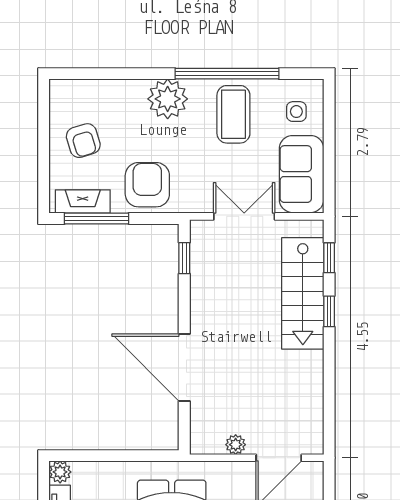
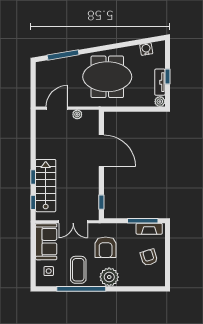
armchair: (147, 185) -> (106, 247), moved

